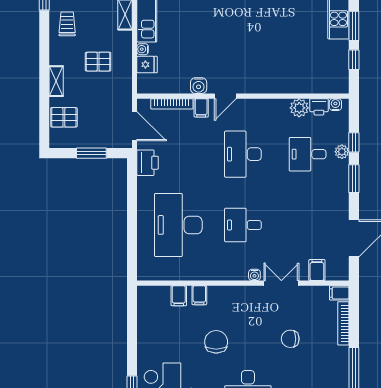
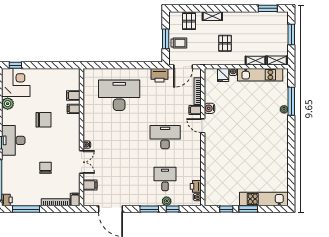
trolley: (67, 24) -> (179, 43), moved
plant: (299, 108) -> (195, 174), removed
desk: (243, 225) -> (119, 137), removed

